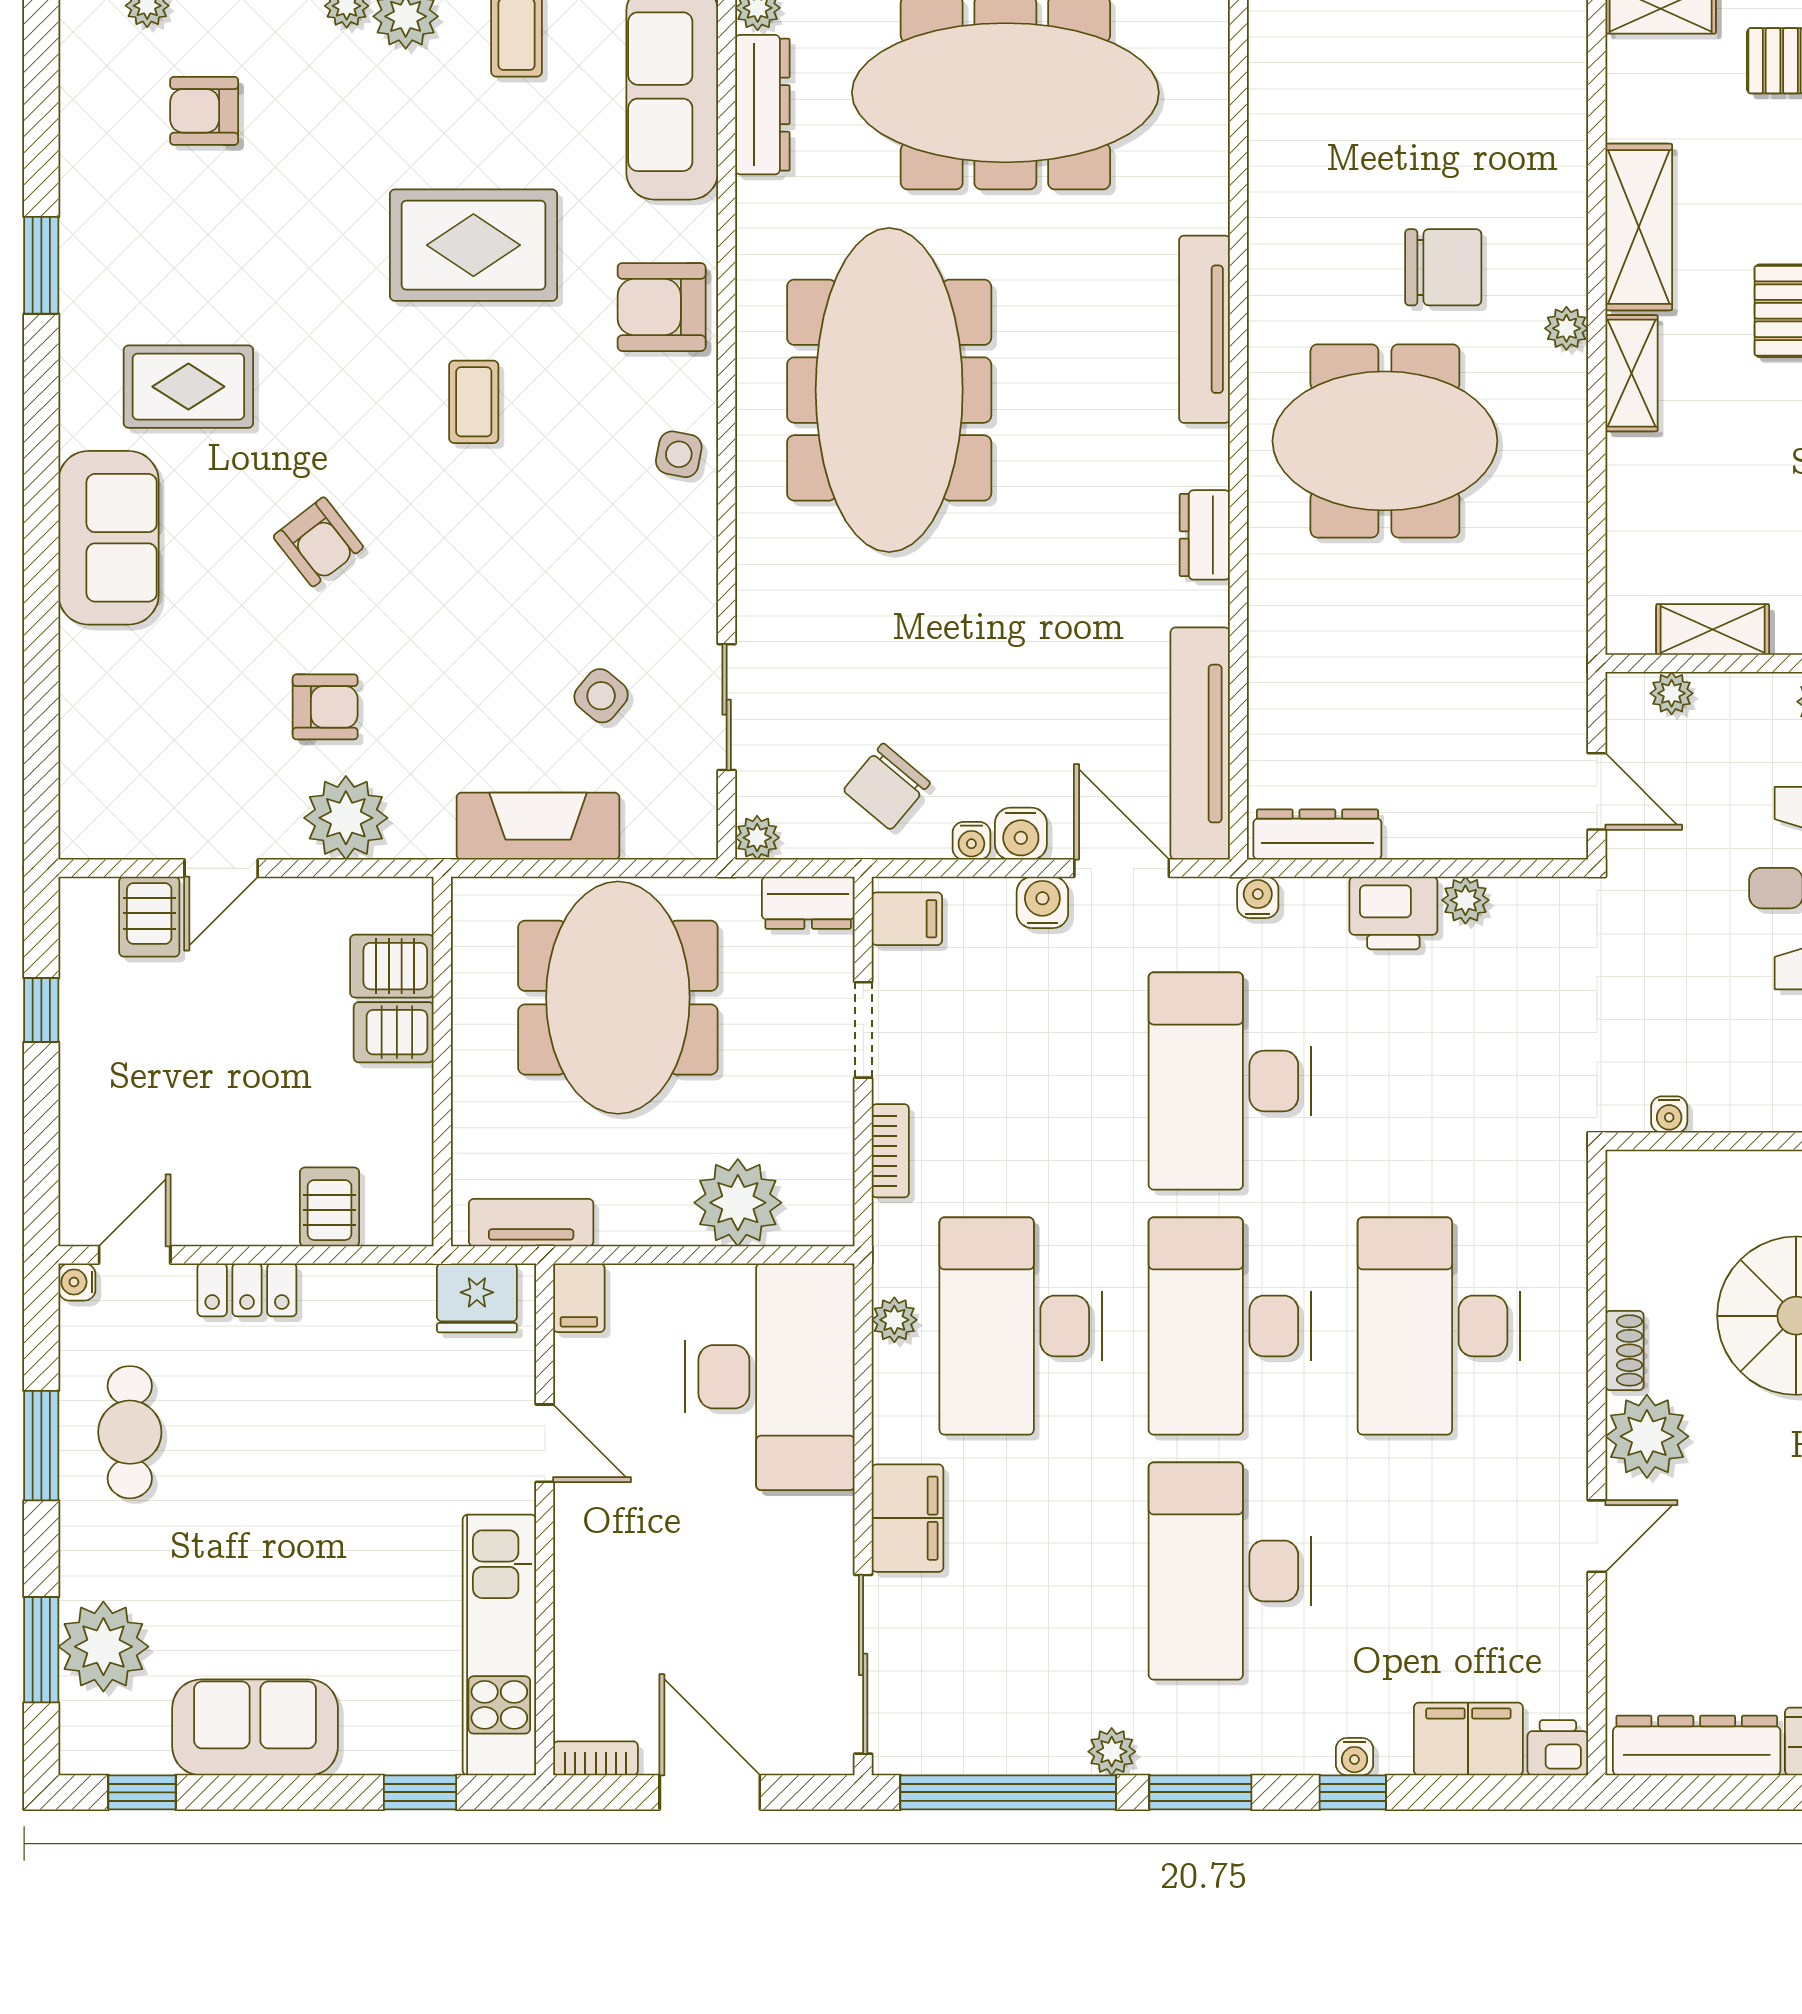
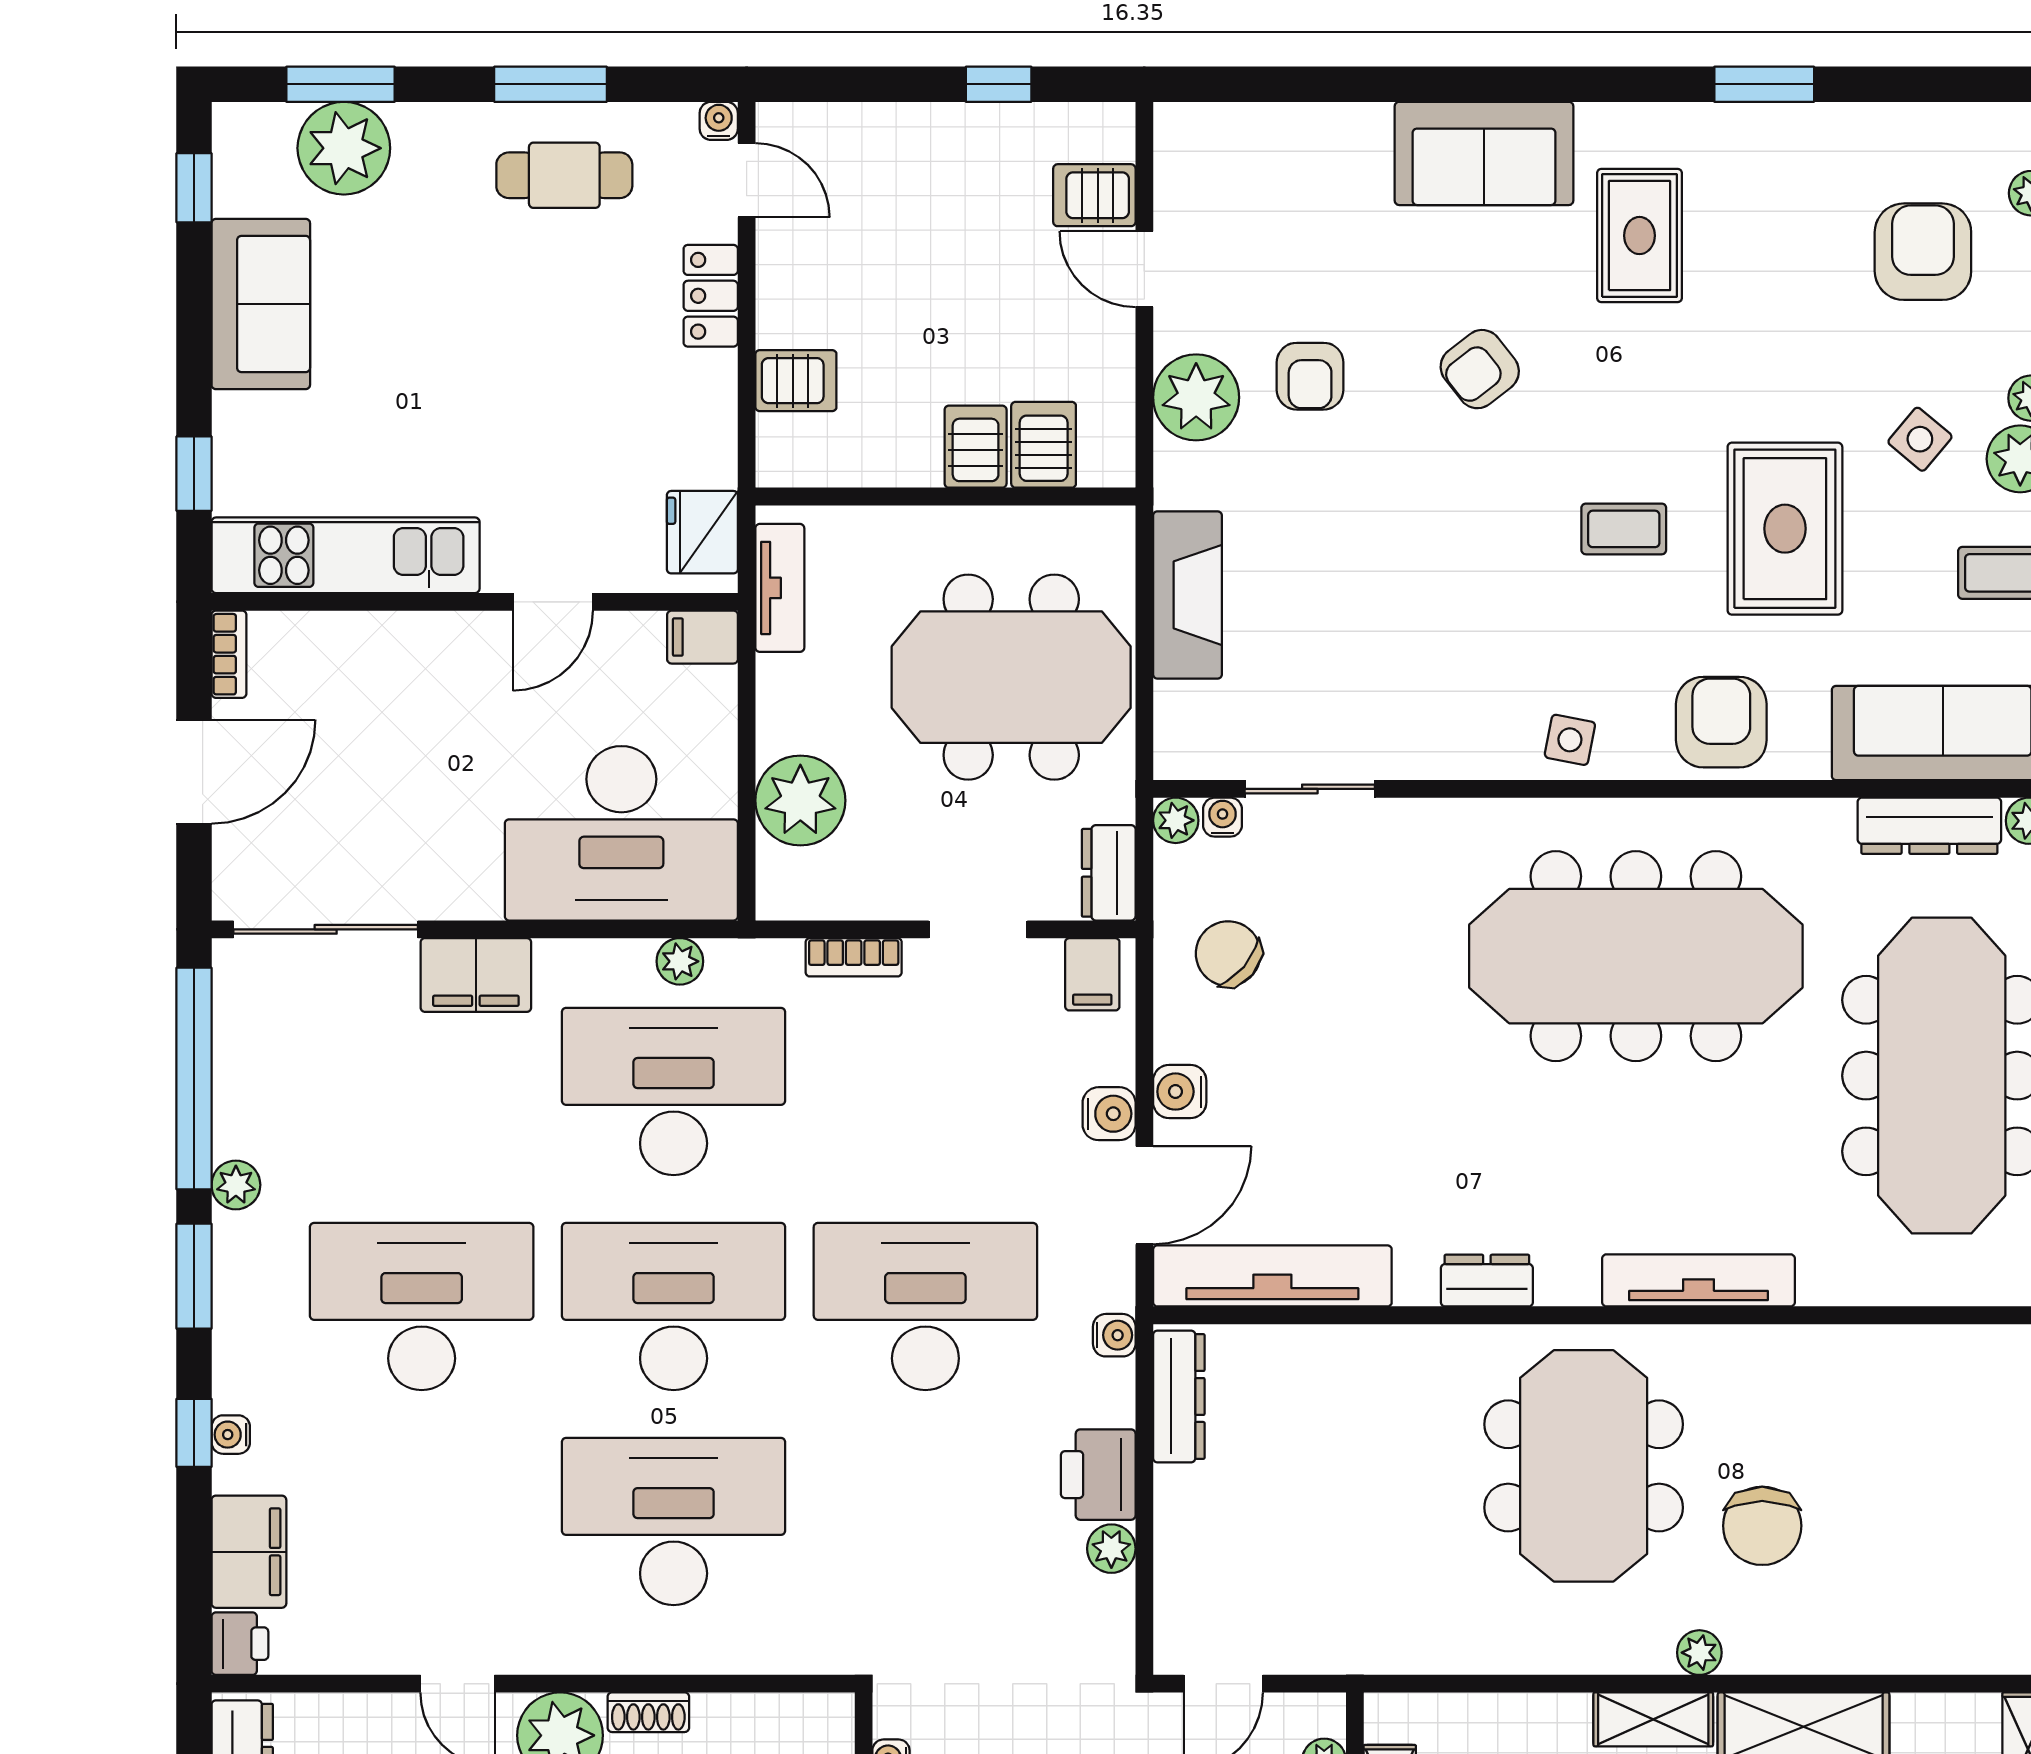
armchair: (204, 111) -> (1923, 252), width x1.38, depth x1.38
side table: (601, 696) -> (1920, 439), moved
water cooler: (971, 841) -> (1223, 817), moved, turned 90

